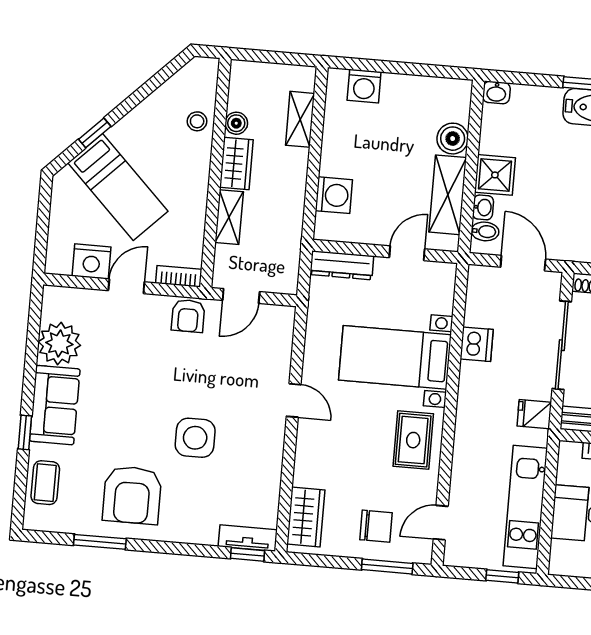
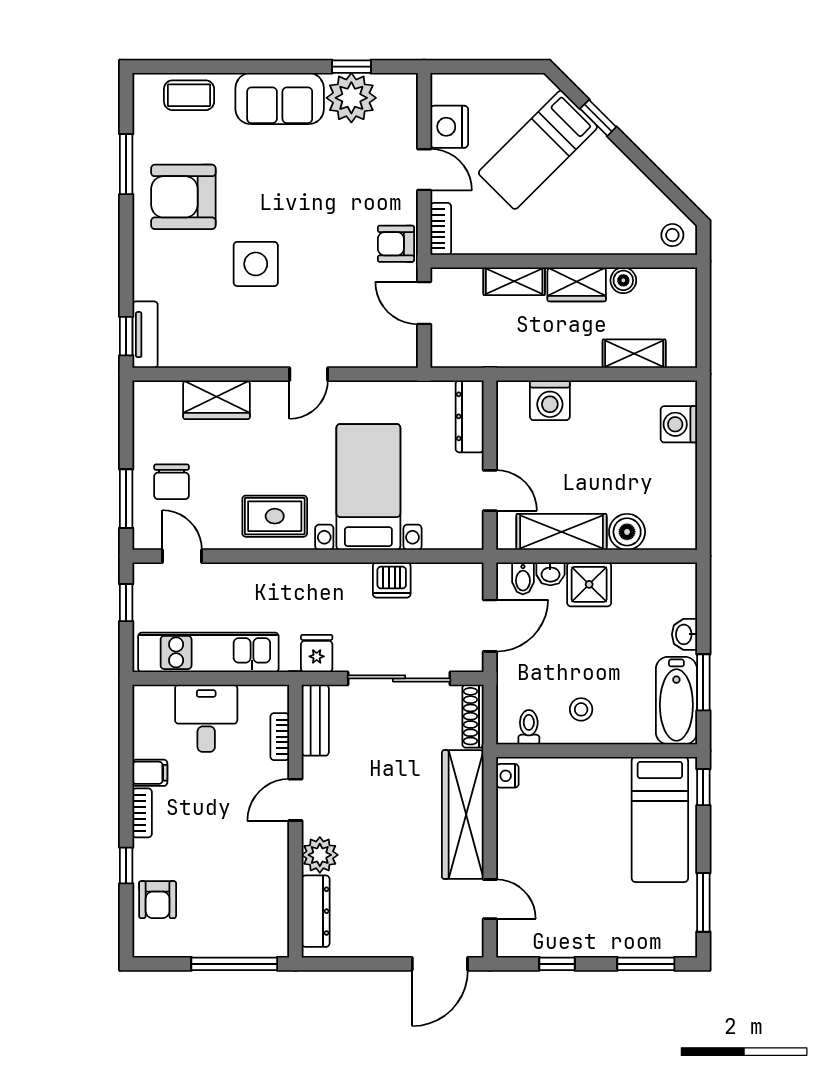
washbasin: (496, 93) -> (685, 634), moved
stool: (197, 121) -> (672, 235), moved
window: (25, 432) -> (352, 67), moved
wardrobe: (306, 517) -> (216, 400), moved
window: (502, 576) -> (126, 603), moved

